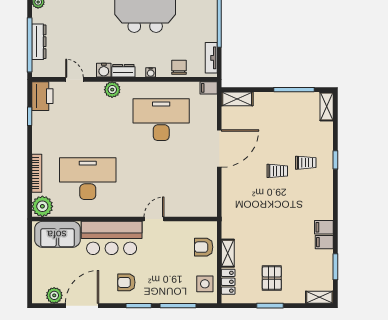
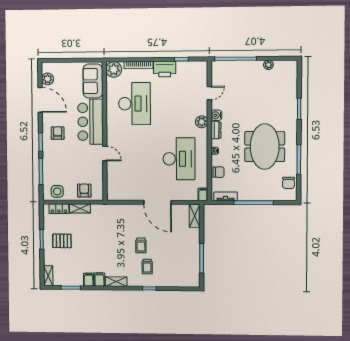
dresser: (39, 42) -> (238, 66), removed
printer: (42, 96) -> (165, 69), moved
shelving: (327, 106) -> (116, 282), moved

